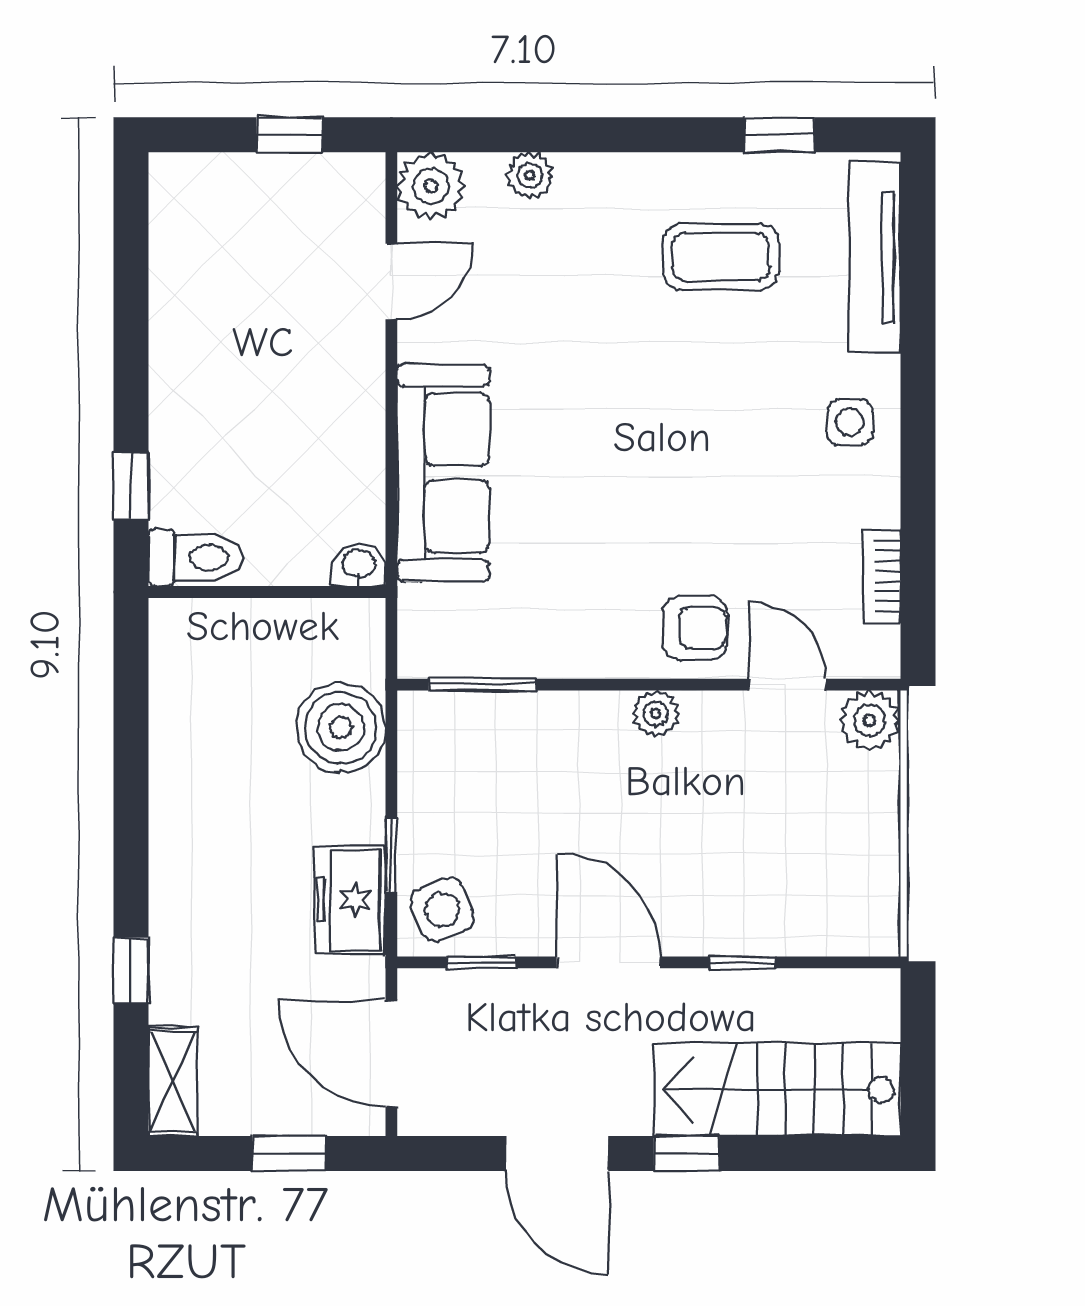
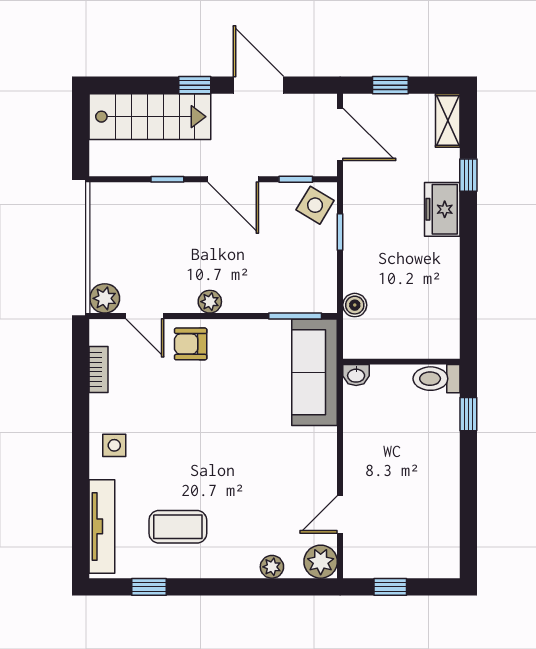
sofa: (443, 473) -> (315, 372), moved
boiler: (341, 728) -> (355, 305), width x0.54, depth x0.54
freezer: (350, 900) -> (442, 209), moved, turned 180
side table: (442, 910) -> (315, 205), turned -37

